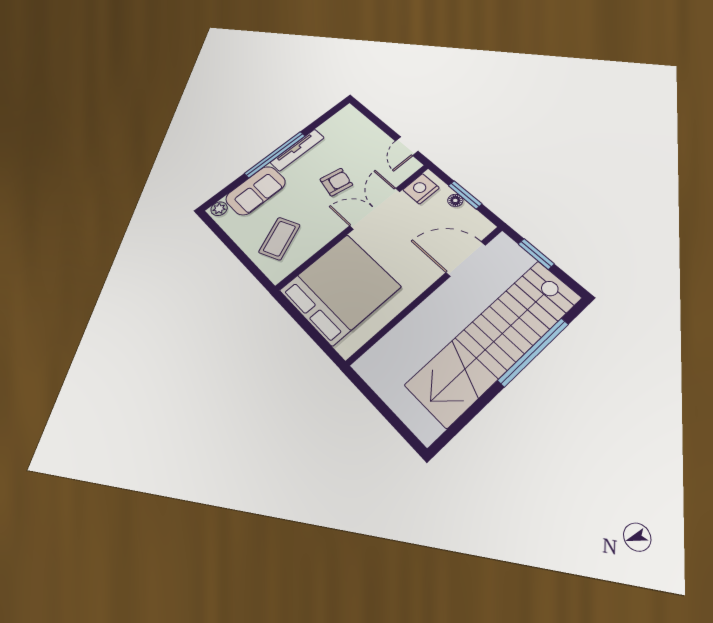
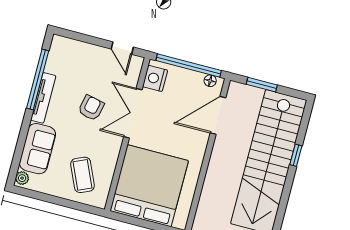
window: (275, 155) -> (38, 79), moved
window: (465, 195) -> (189, 65), width x2.11
floor lamp: (455, 200) -> (210, 81), moved
window: (534, 352) -> (296, 155), width x0.32

